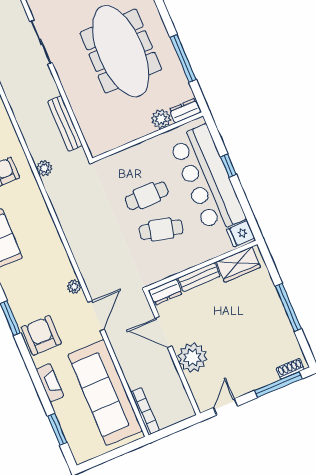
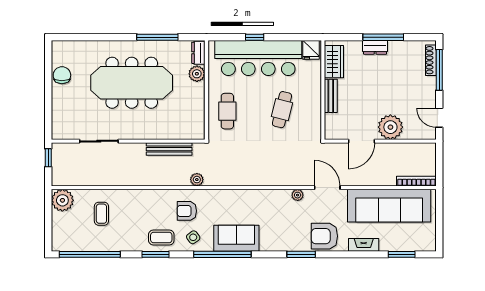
cafe table: (147, 196) -> (227, 111), moved
dresser: (166, 292) -> (375, 47), moved, turned 90
shoe rack: (290, 369) -> (431, 60), width x1.43

